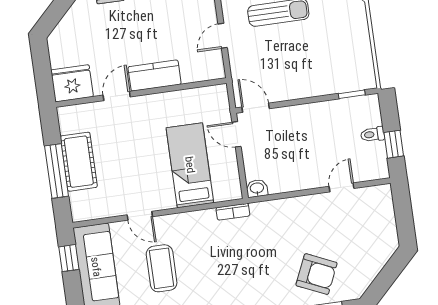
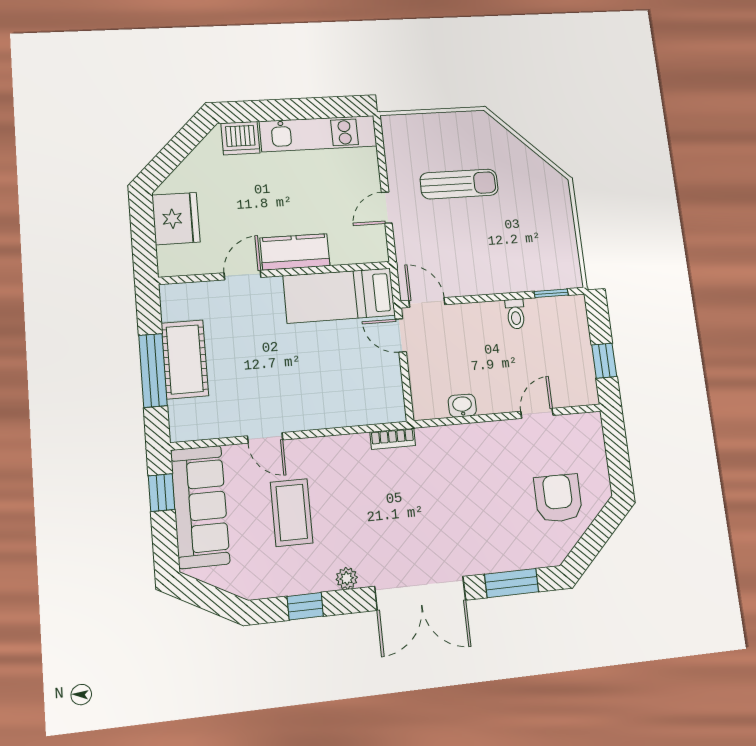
fridge: (72, 83) -> (176, 219), moved, turned 90
toilet: (372, 134) -> (516, 314), moved, turned -90
bed: (190, 165) -> (339, 296), moved, turned -90
washbasin: (257, 188) -> (462, 406), moved
armchair: (316, 274) -> (558, 498), moved, turned -114

